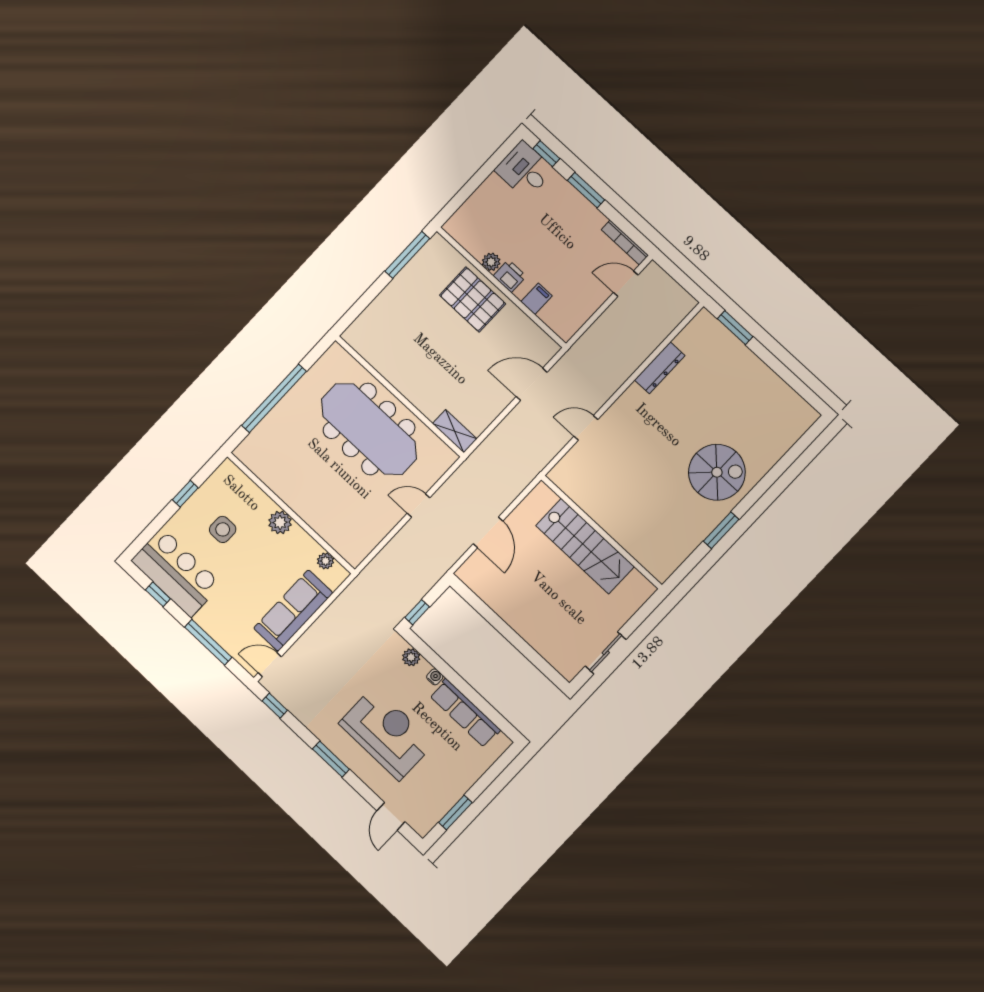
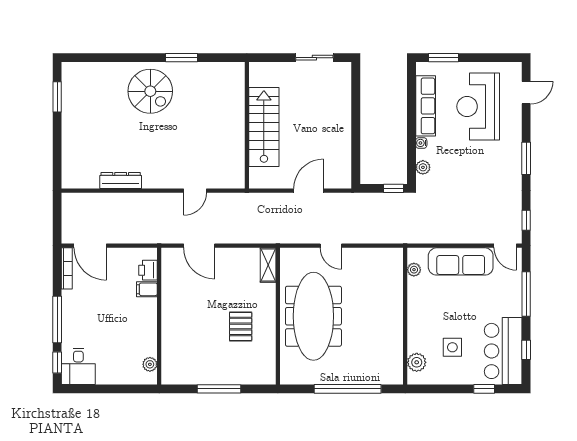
window: (586, 190) -> (57, 319), width x1.44
window: (407, 255) -> (219, 389), moved
plant: (491, 262) -> (150, 364), moved
printer: (510, 276) -> (148, 270), moved
door: (626, 284) -> (90, 246), width x1.38
pallet: (472, 299) -> (241, 326), moved, width x0.67, depth x0.71
window: (735, 328) -> (57, 97), moved
door: (586, 428) -> (195, 191), hinge flipped
spiral stairs: (717, 472) -> (150, 91), turned 180
window: (185, 494) -> (484, 389), moved
plant: (280, 522) -> (417, 362), moved
reception desk: (387, 733) -> (478, 106), moved
window: (455, 812) -> (443, 58), moved

